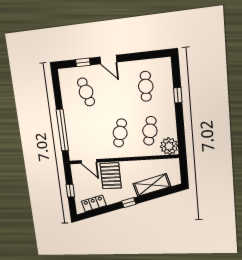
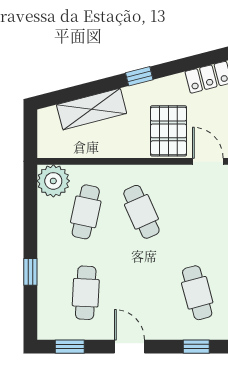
window: (152, 55) -> (70, 347), added
door: (108, 60) -> (130, 347), moved
cafe table: (120, 133) -> (141, 212), turned -39

